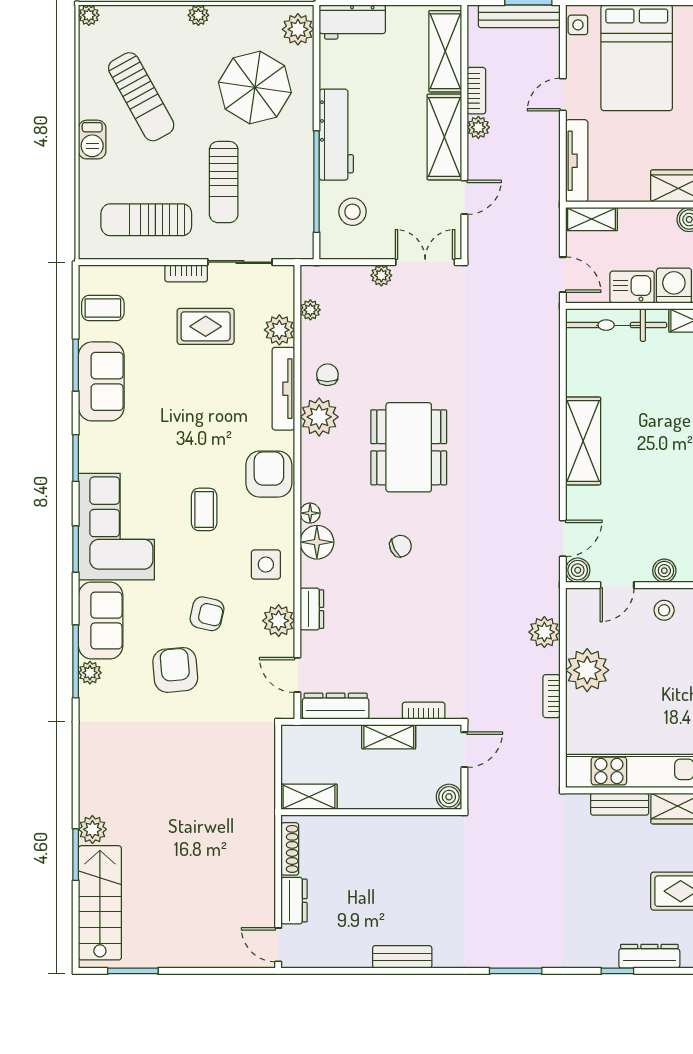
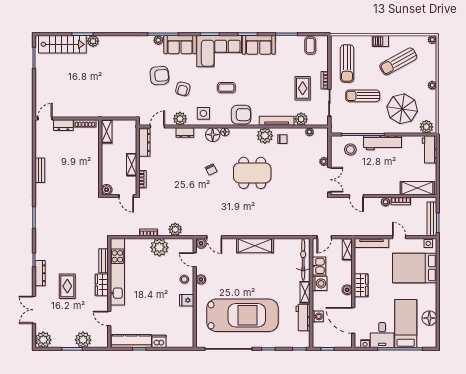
shelving: (444, 137) -> (381, 188), removed
sun lounger: (146, 220) -> (347, 64), turned 180
sofa: (101, 381) -> (259, 45), moved

